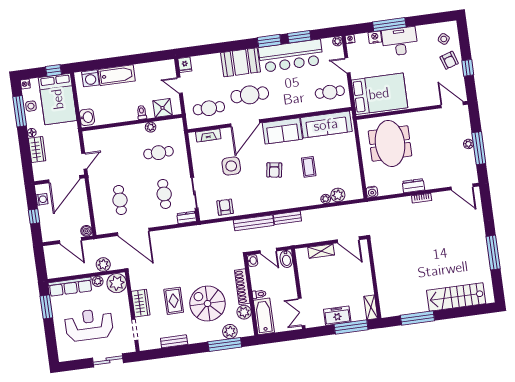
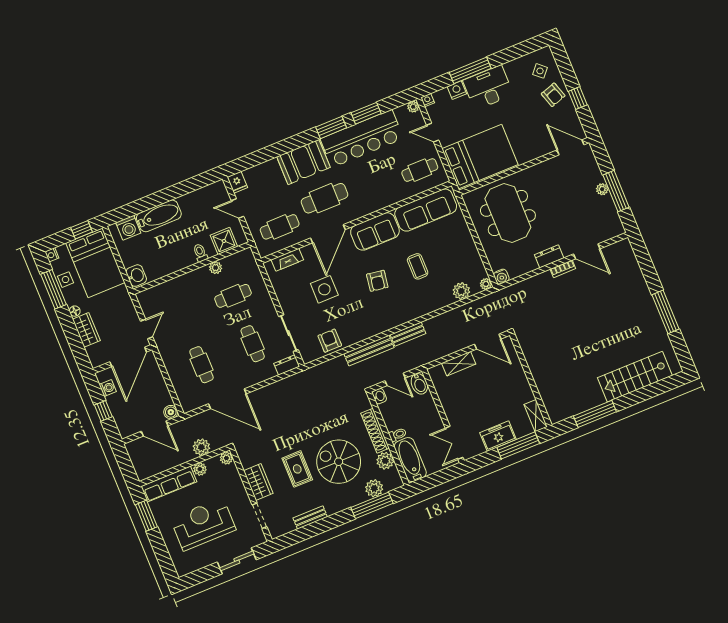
door: (462, 187) -> (587, 251), moved
plant: (326, 199) -> (486, 284), moved
plant: (117, 283) -> (226, 458), width x0.53, depth x0.53

